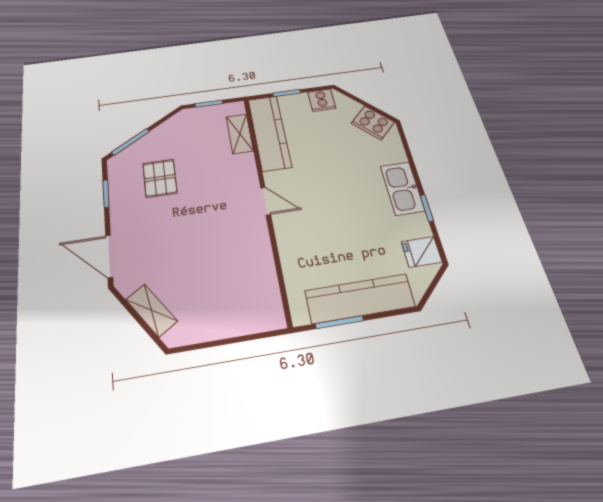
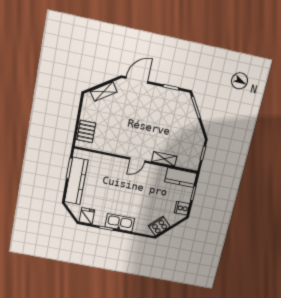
kitchen counter: (270, 133) -> (181, 178), width x0.67
shelving: (240, 134) -> (164, 159), moved
pallet: (160, 178) -> (86, 131), moved, turned 90

